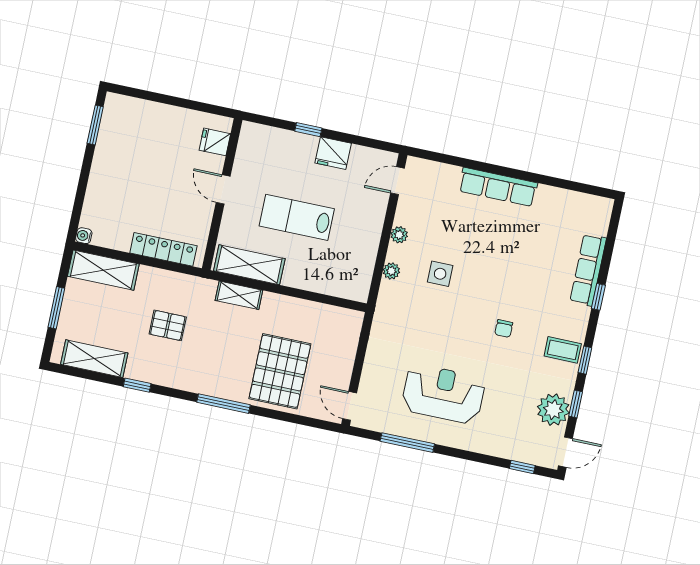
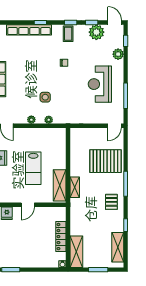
locker: (163, 249) -> (61, 237), moved
row of seats: (588, 270) -> (29, 30), width x1.36
pallet: (168, 325) -> (111, 202), moved
plant: (498, 445) -> (118, 54), added

